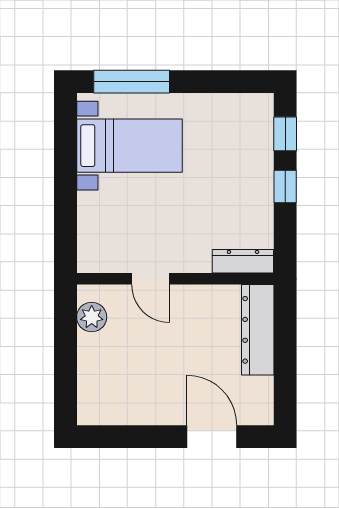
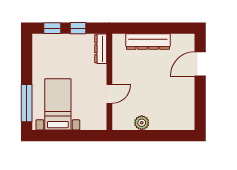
dresser: (243, 261) -> (101, 49), moved
door: (151, 279) -> (109, 94), moved
wall: (175, 279) -> (109, 82), moved

